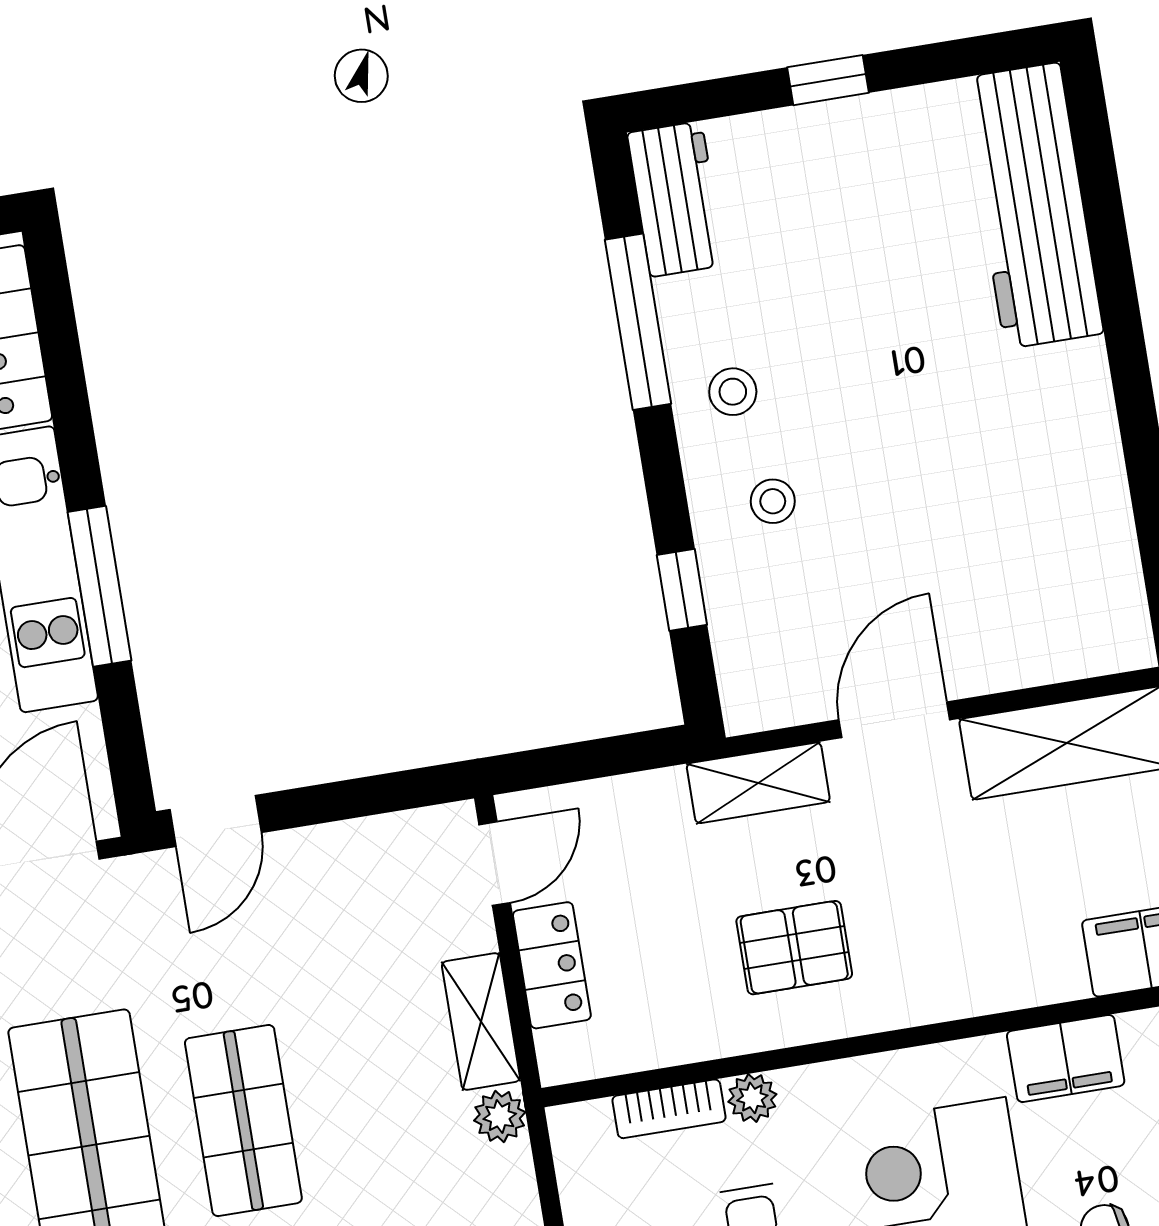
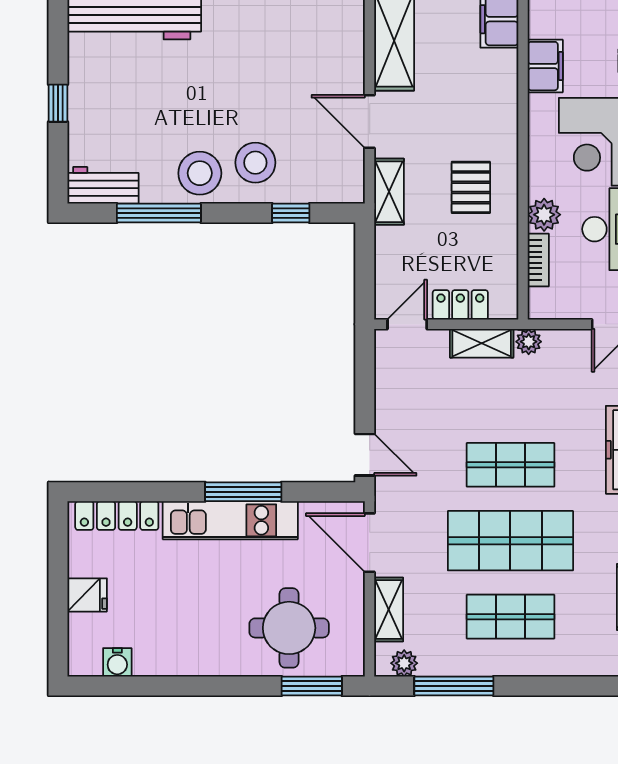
stool: (733, 392) -> (200, 173), width x1.89, depth x1.89
stool: (773, 501) -> (255, 163), width x1.89, depth x1.89
door: (495, 864) -> (407, 324), hinge flipped
plant: (752, 1098) -> (544, 215), width x1.38, depth x1.38

